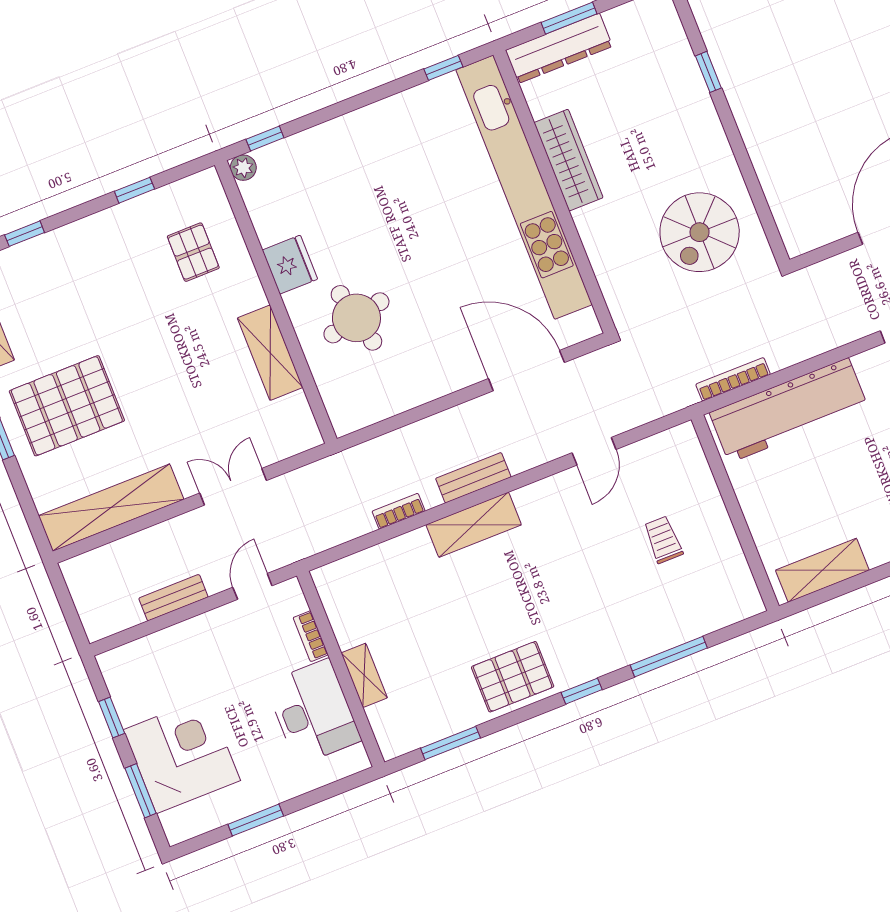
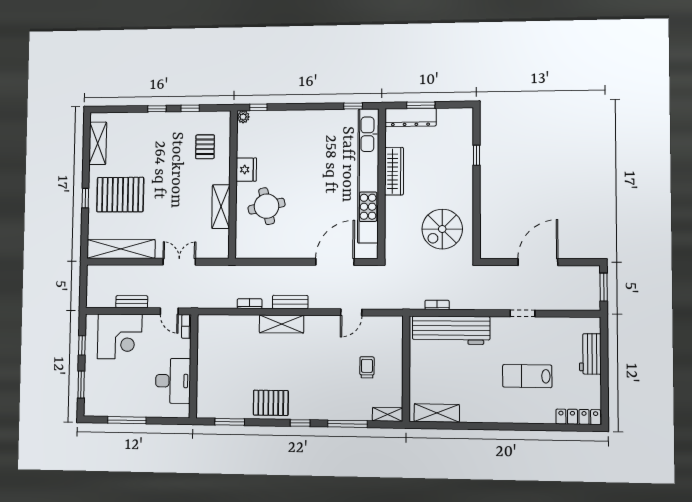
window: (25, 234) -> (157, 109), moved
door: (526, 371) -> (335, 262), hinge flipped
bookcase: (733, 379) -> (437, 305), width x0.64
door: (252, 586) -> (169, 311), swing flipped
bookcase: (311, 636) -> (186, 326), moved
shelving: (364, 675) -> (388, 414), moved, turned 90
corner desk: (182, 755) -> (120, 336), moved, turned 90
window: (256, 820) -> (127, 420), width x1.44

